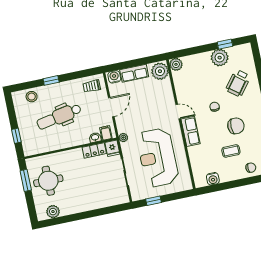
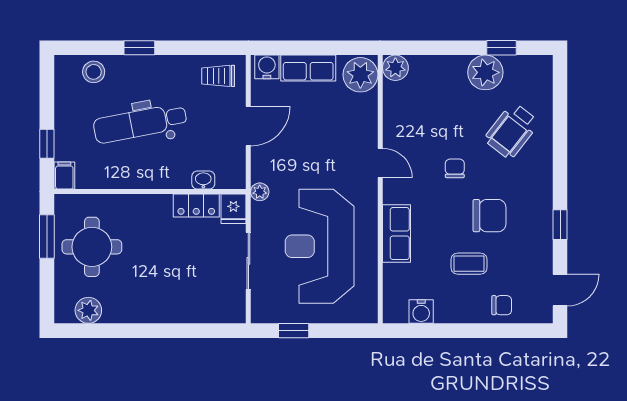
row of seats: (191, 131) -> (396, 234), moved
filing cabinet: (106, 133) -> (64, 176), moved

